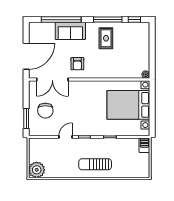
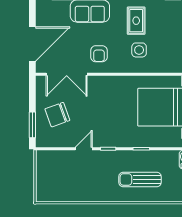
side table: (108, 61) -> (139, 50), added
chair: (45, 111) -> (57, 115), turned 70
sun lounger: (95, 164) -> (140, 179), moved
plant: (37, 170) -> (46, 192), removed

